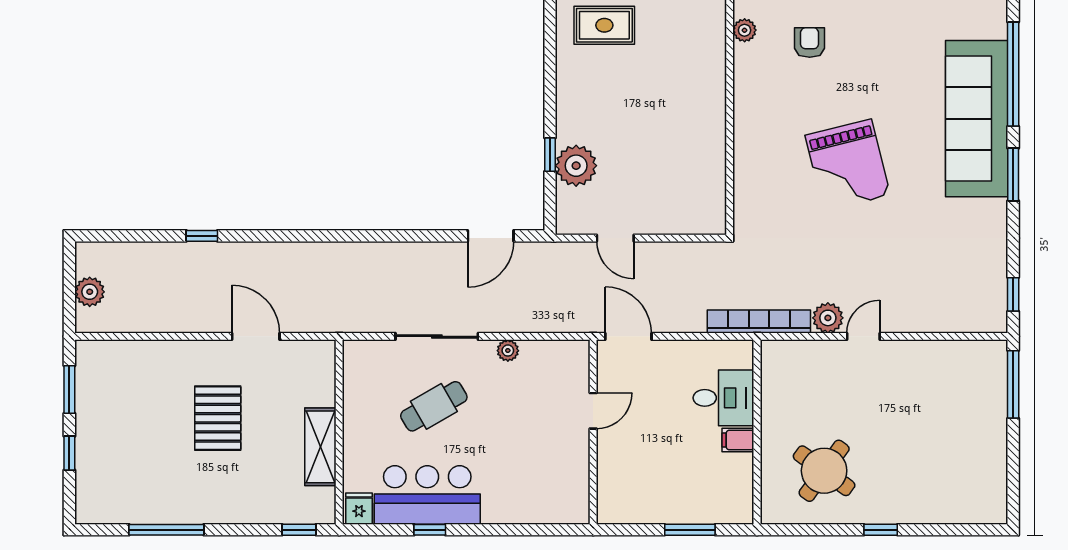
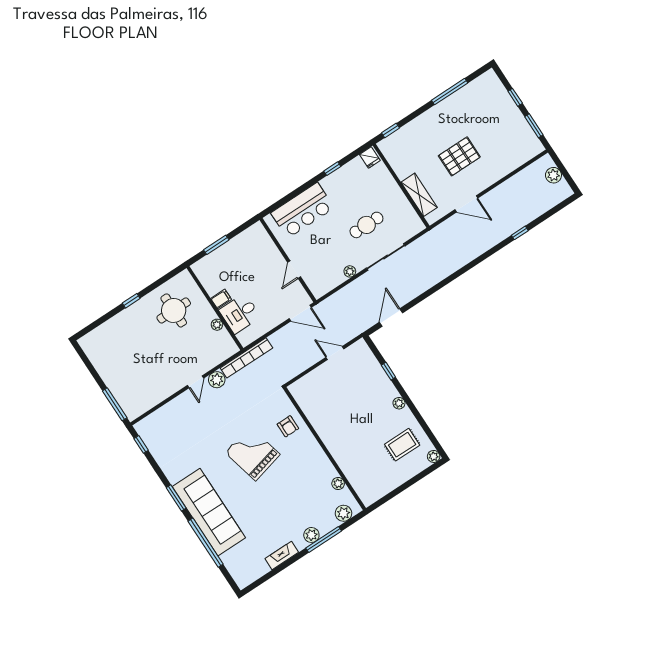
armchair: (810, 42) -> (288, 426), moved
plant: (576, 166) -> (399, 403), moved, width x0.53, depth x0.53
plant: (771, 404) -> (217, 325), added
cafe table: (434, 406) -> (366, 225), turned 30
pallet: (218, 418) -> (459, 156), turned 90
shelving: (320, 447) -> (419, 195), moved
round table: (824, 471) -> (174, 310), turned -36
bar counter: (427, 495) -> (302, 210), moved

